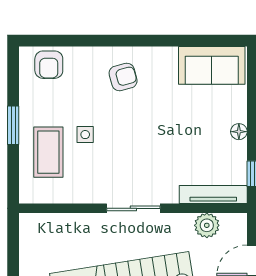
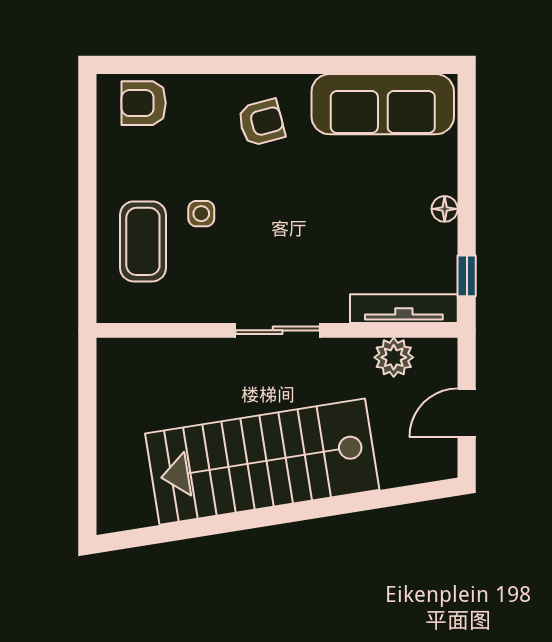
armchair: (49, 65) -> (144, 103), turned 90
sofa: (212, 65) -> (383, 104), width x1.36
window: (13, 125) -> (87, 199), removed

